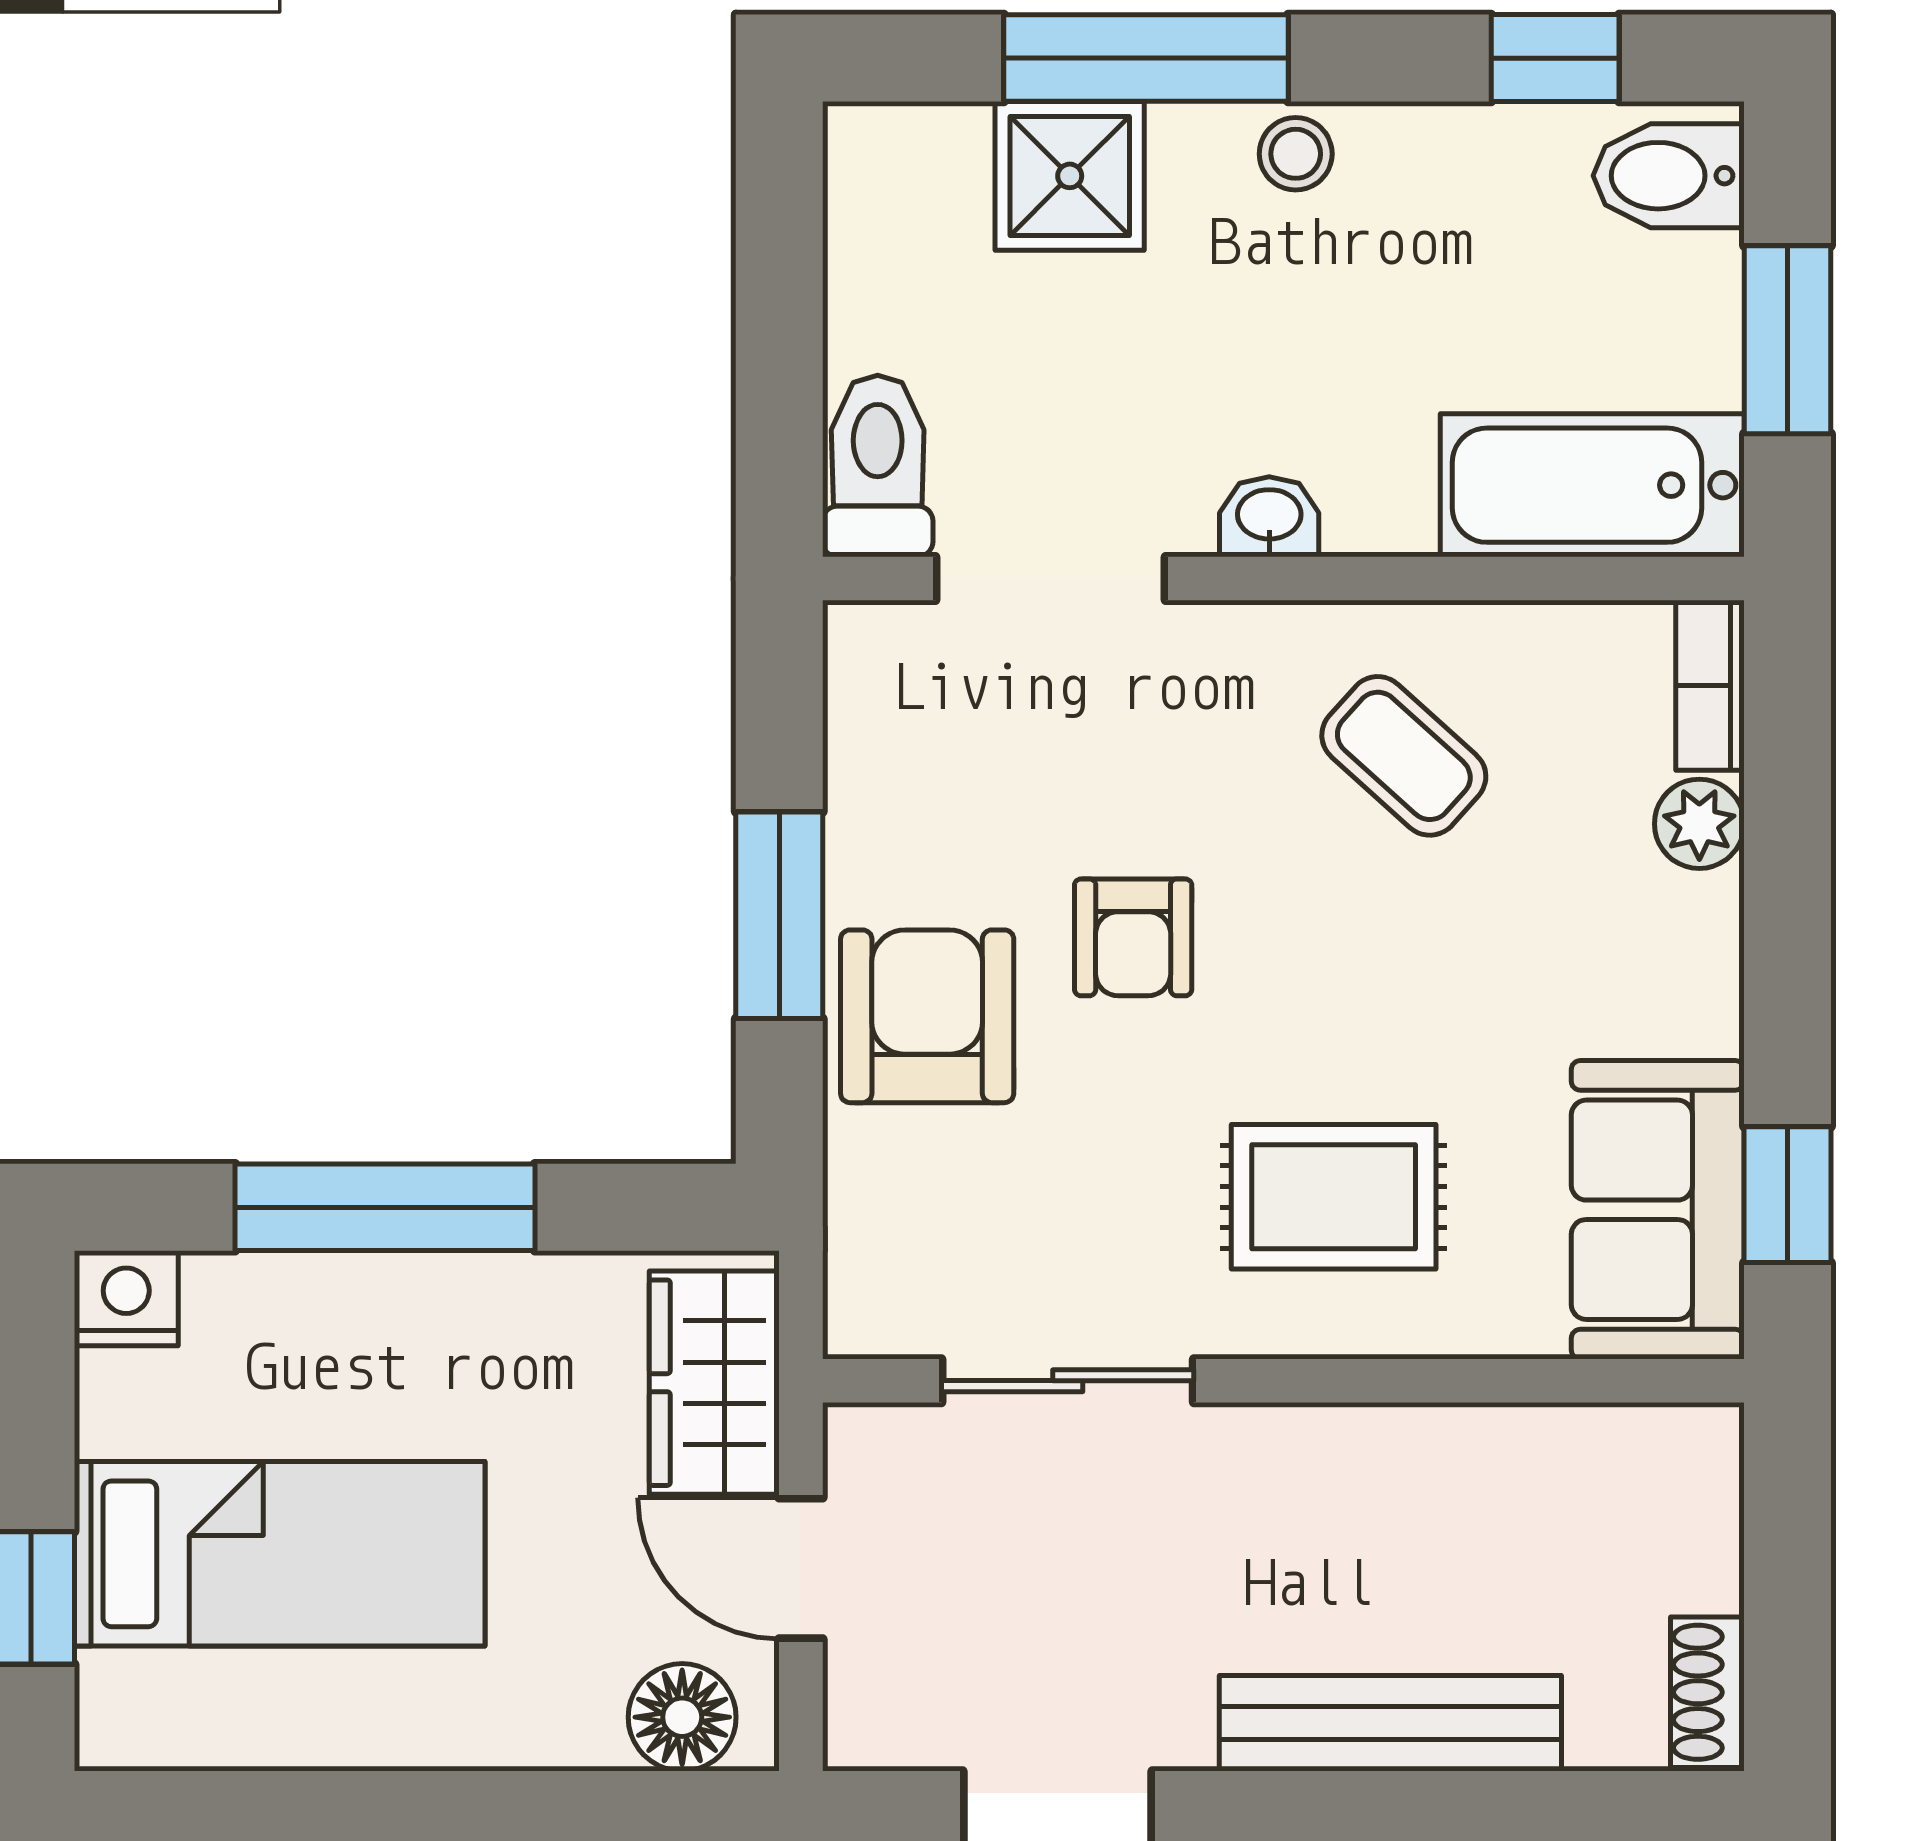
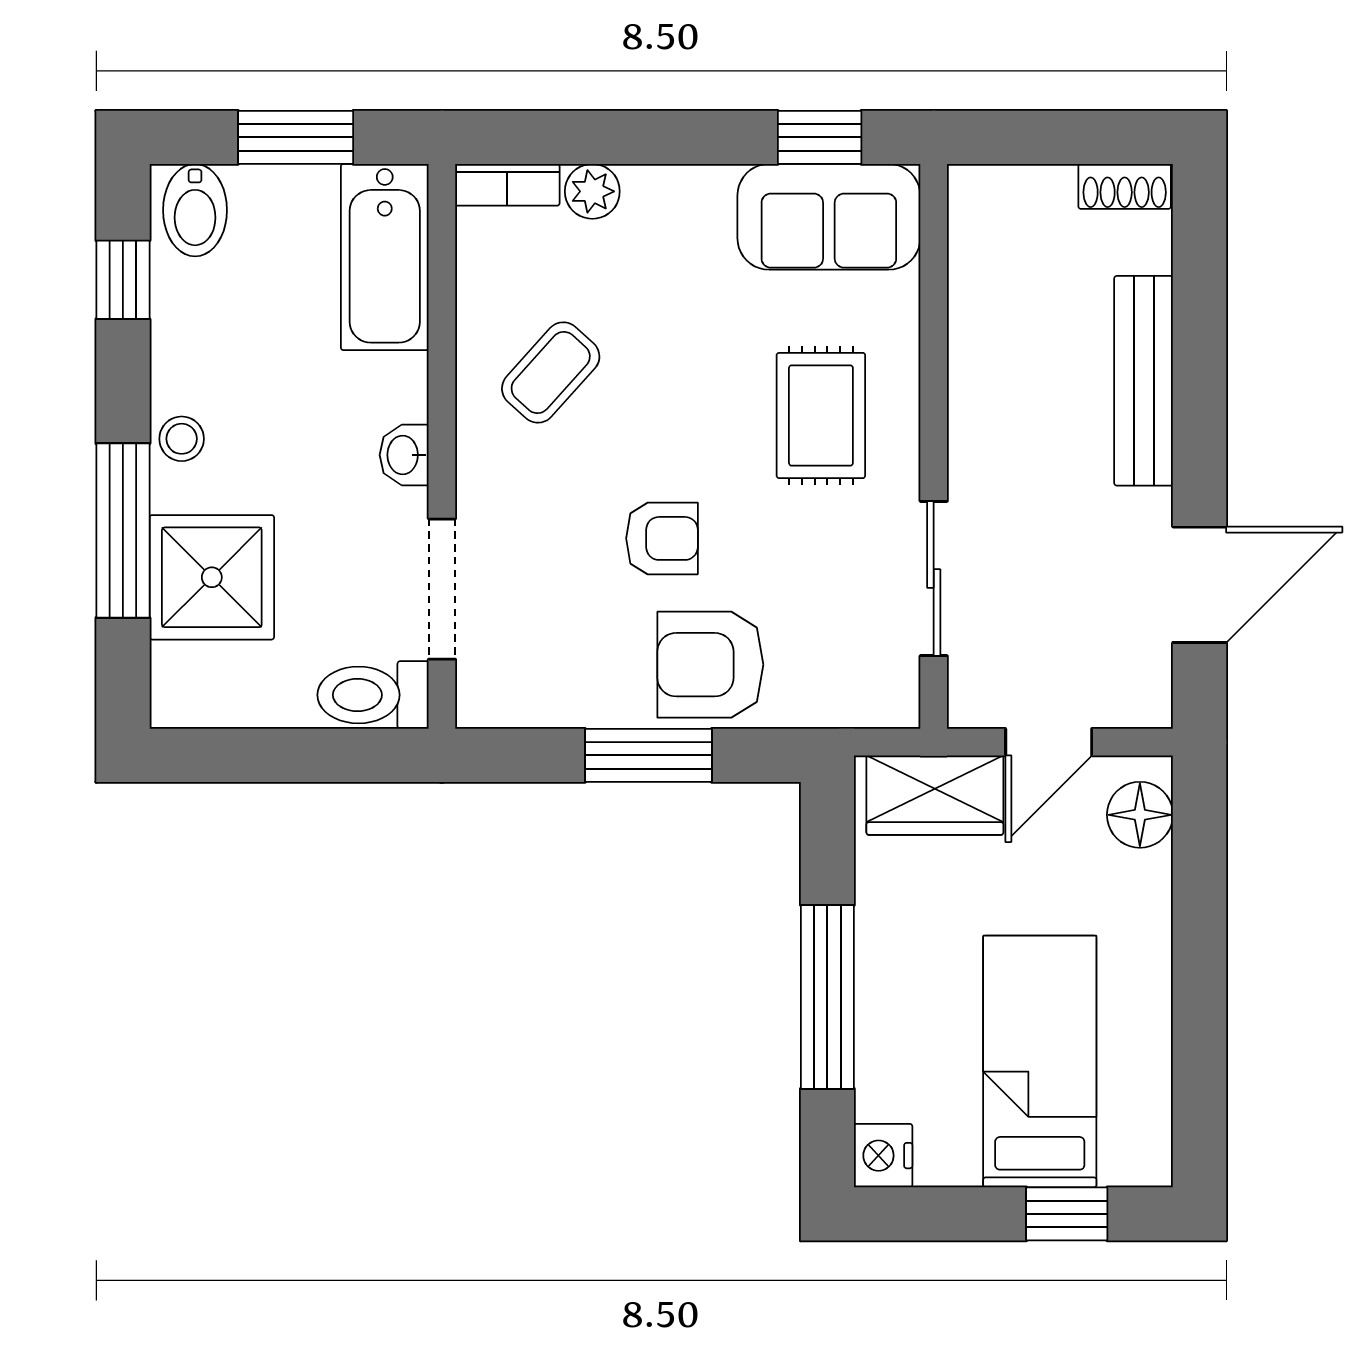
shower: (1070, 176) -> (212, 577), width x1.36, depth x1.36

